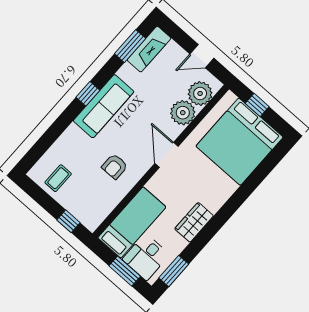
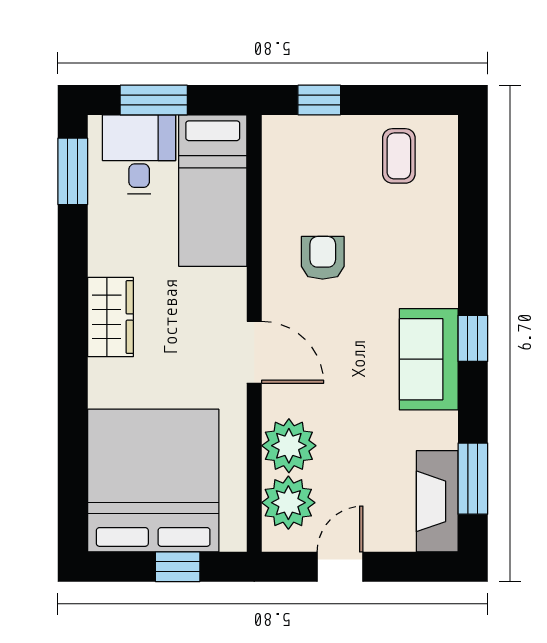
sofa: (104, 106) -> (429, 359), width x0.73
wardrobe: (194, 222) -> (110, 317), moved

